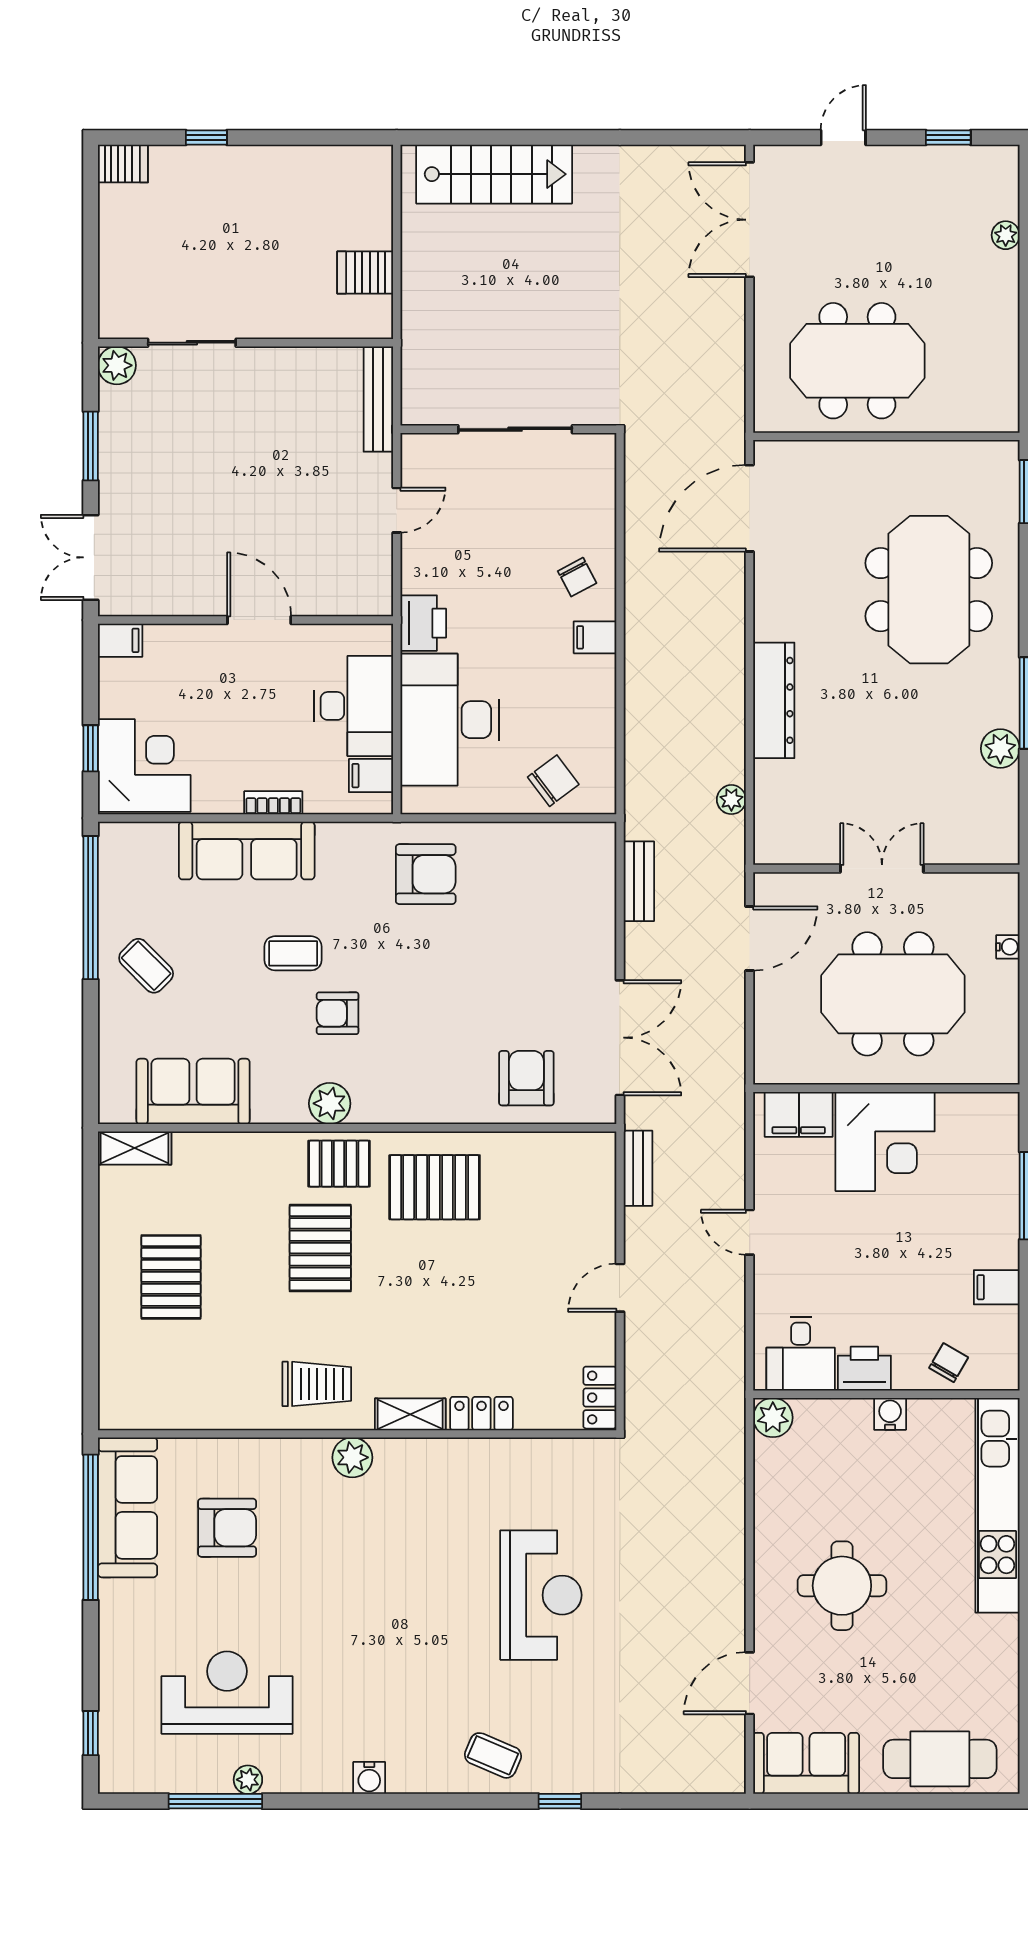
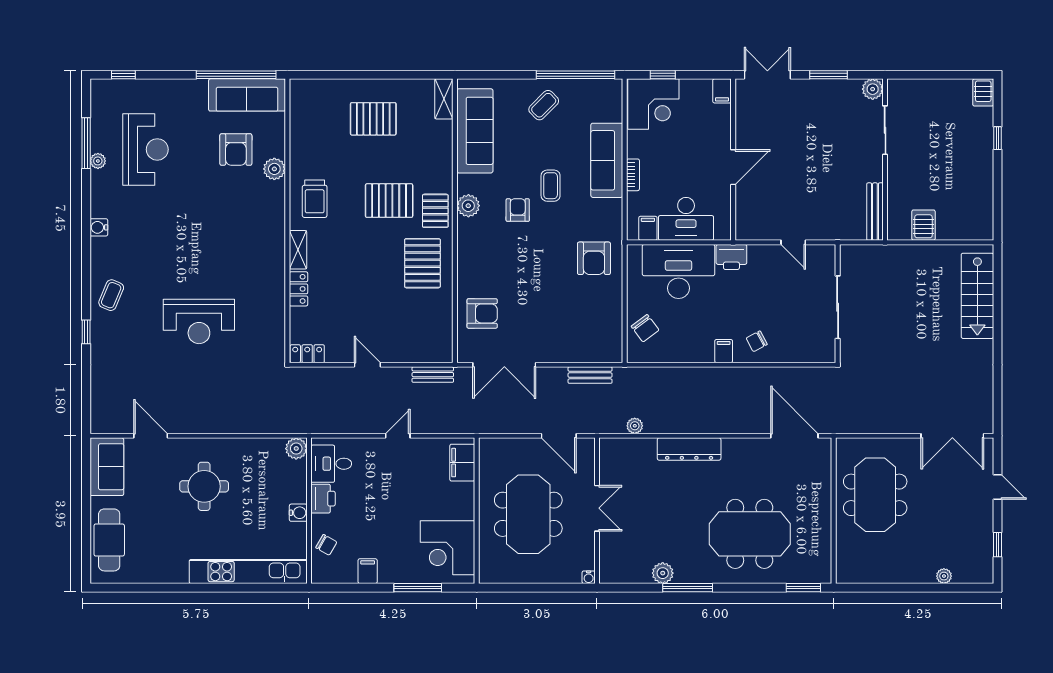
double door: (750, 220) -> (952, 436), swing flipped
bench: (378, 399) -> (875, 212), moved, turned 90
water cooler: (1008, 947) -> (589, 577), moved
sofa: (193, 1091) -> (475, 131), width x1.36
corner desk: (885, 1141) -> (447, 548), moved
plant: (352, 1457) -> (274, 169), moved

